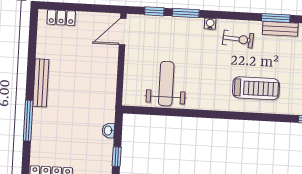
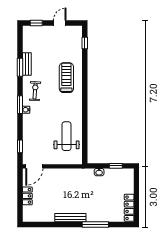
window: (186, 13) -> (20, 105), moved
locker: (61, 18) -> (27, 196), moved
door: (123, 32) -> (34, 166), hinge flipped
weight bench: (166, 84) -> (67, 136), turned 90

